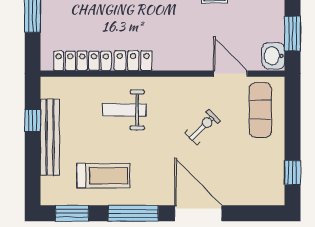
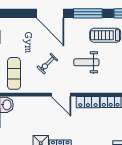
door: (230, 74) -> (61, 95), moved
weight bench: (124, 110) -> (86, 62), moved, turned 180

